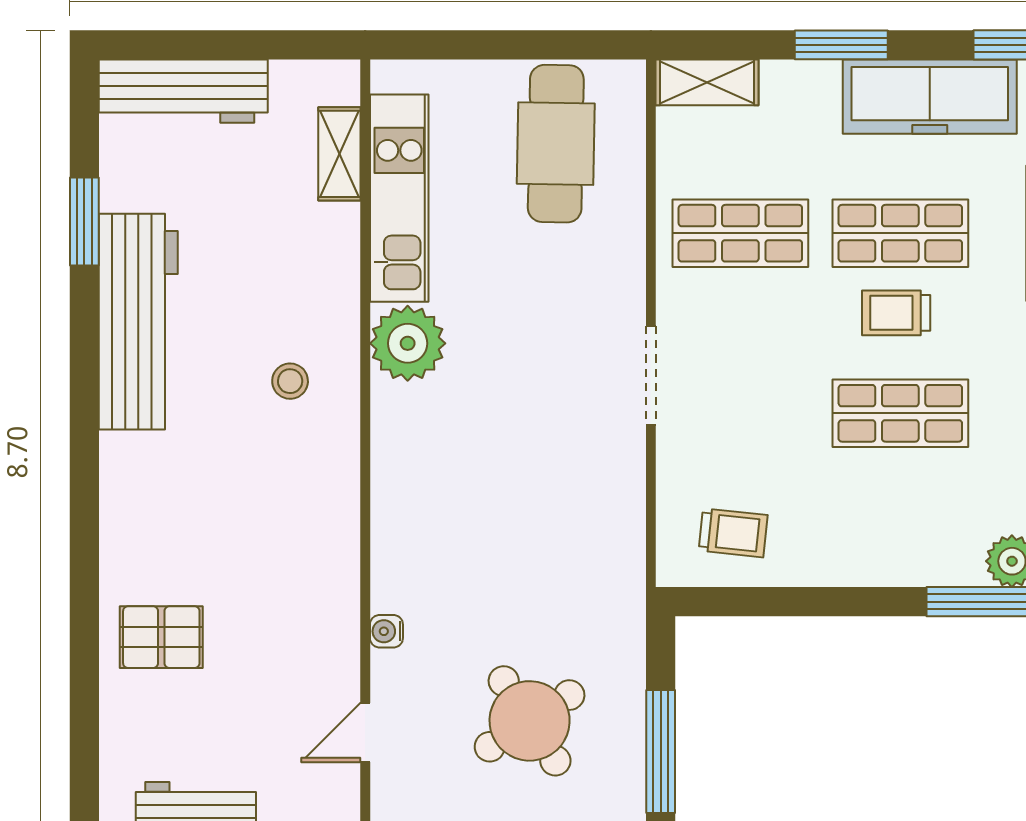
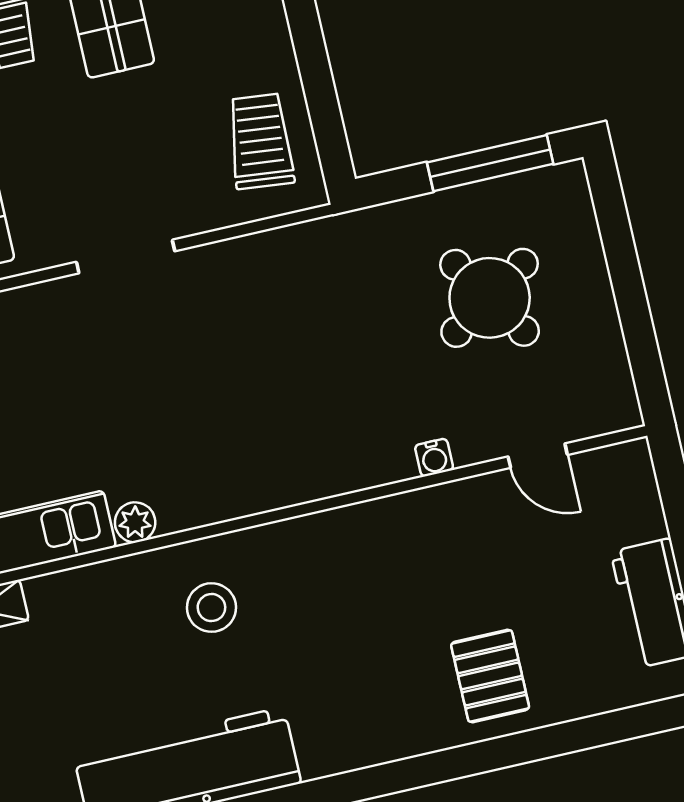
plant: (408, 343) -> (135, 522), width x0.53, depth x0.53
stool: (290, 381) -> (211, 608), width x1.37, depth x1.37
trolley: (733, 533) -> (260, 141), width x1.36, depth x1.39

